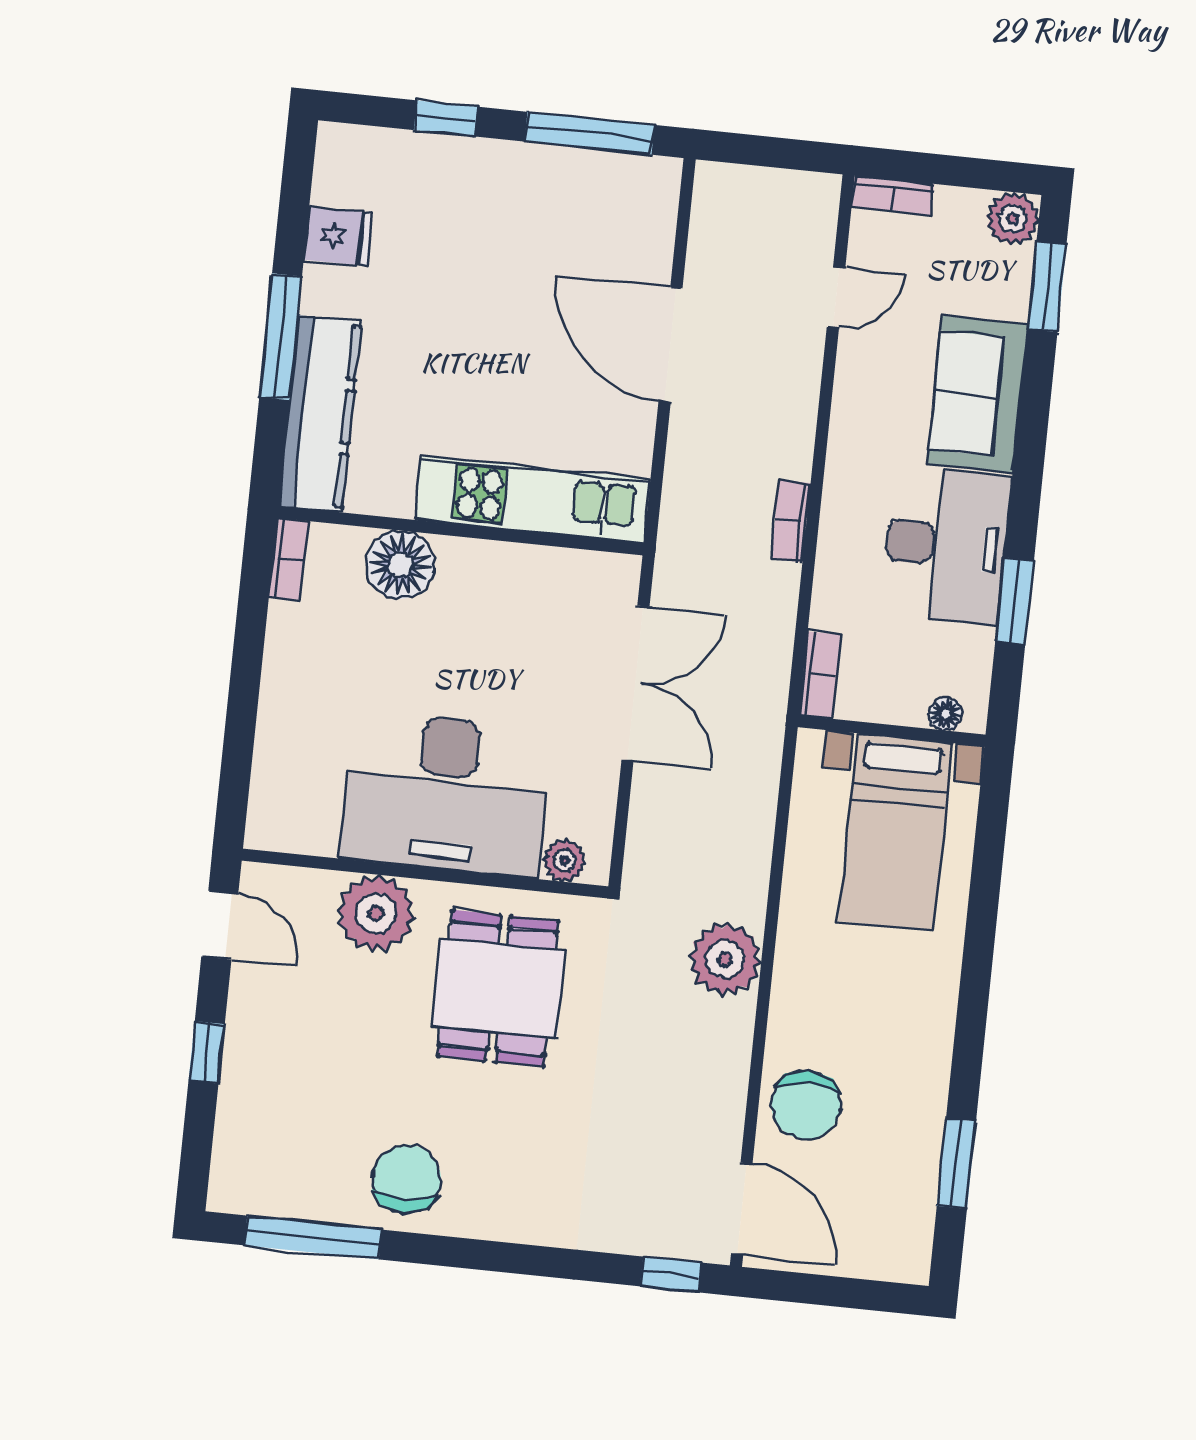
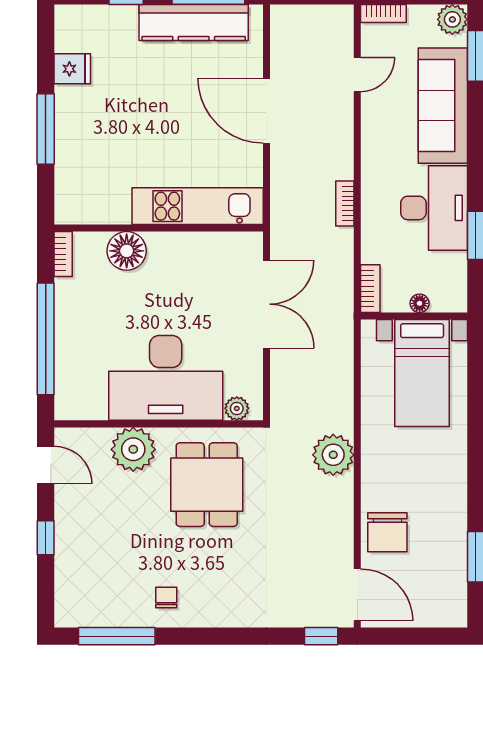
sofa: (977, 394) -> (443, 106), width x1.36
kitchen counter: (320, 414) -> (194, 23), moved, turned 90
window: (243, 704) -> (46, 339), added
floor lamp: (945, 714) -> (420, 303), moved
chair: (407, 1179) -> (166, 597), width x0.54, depth x0.54

